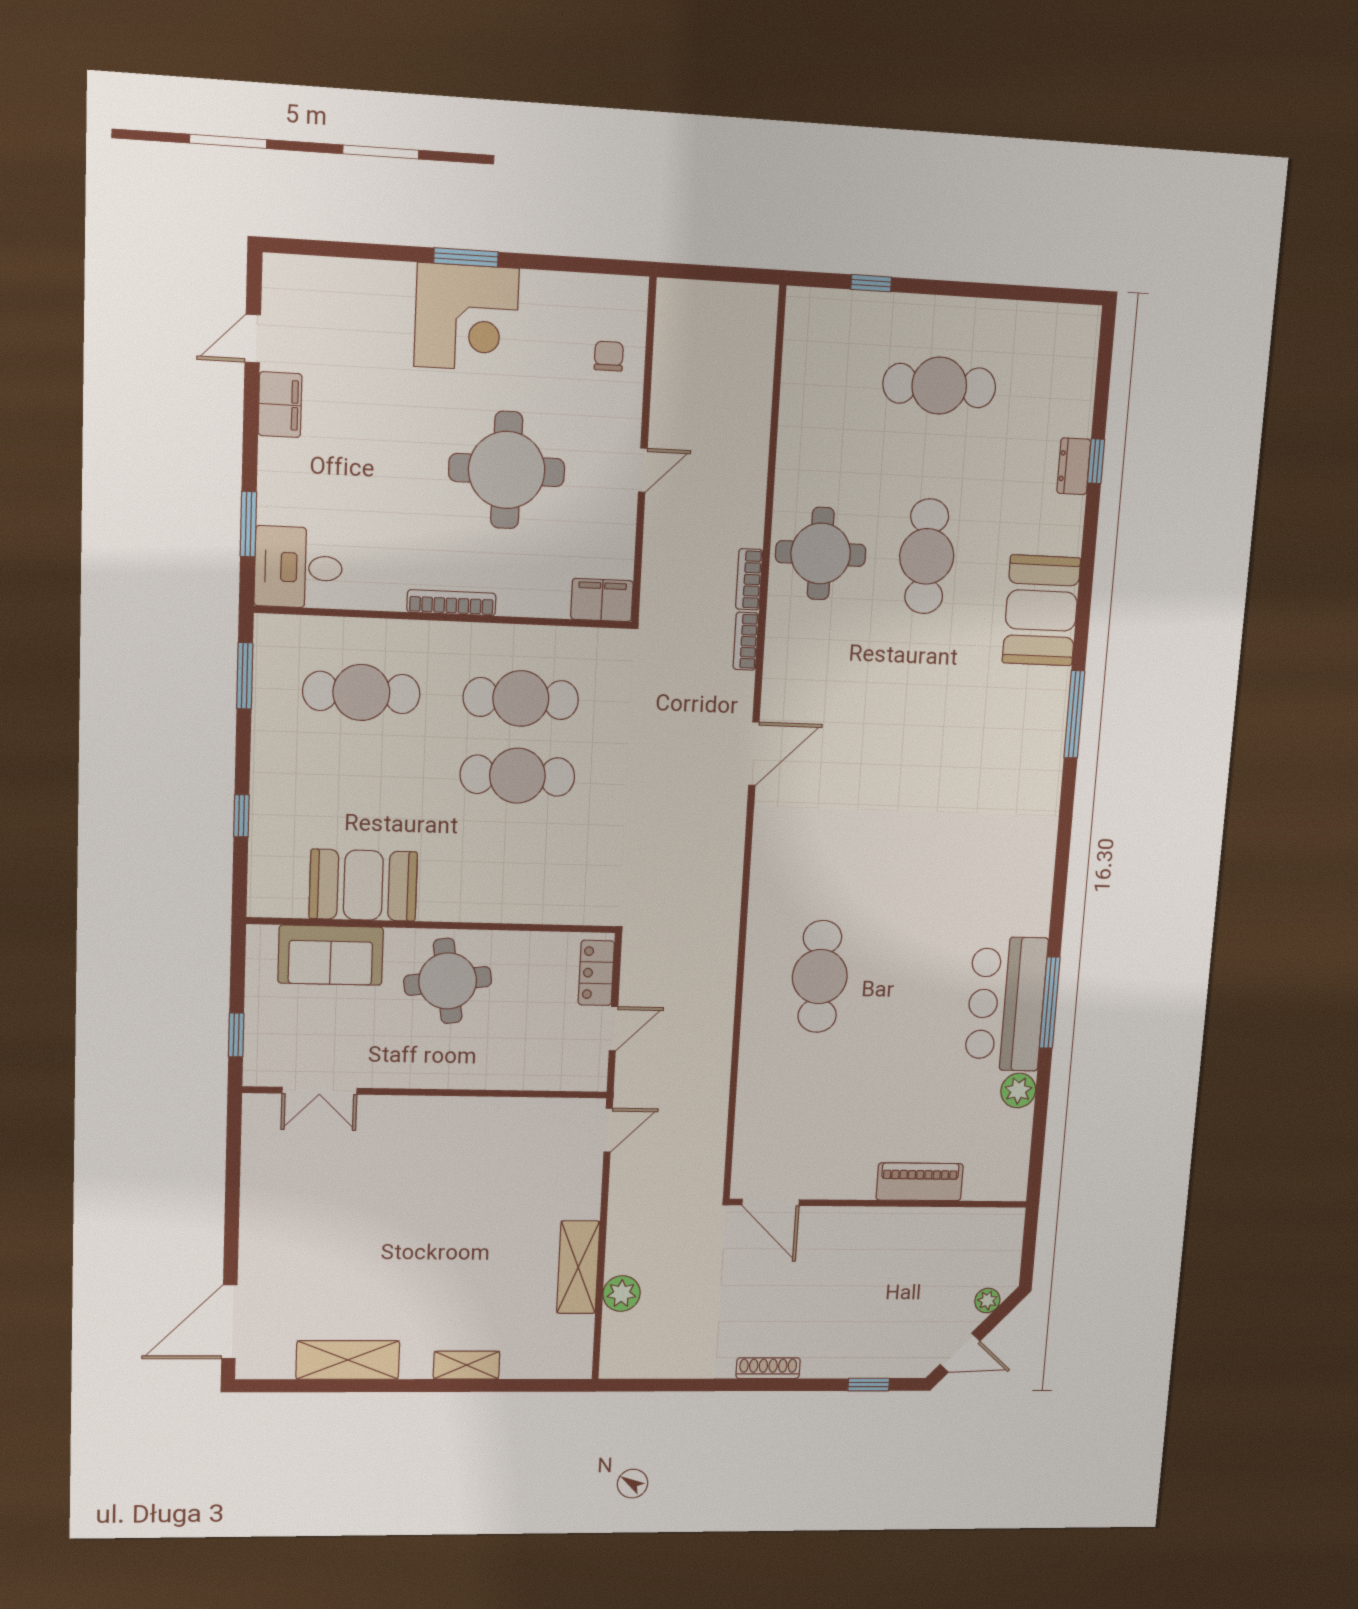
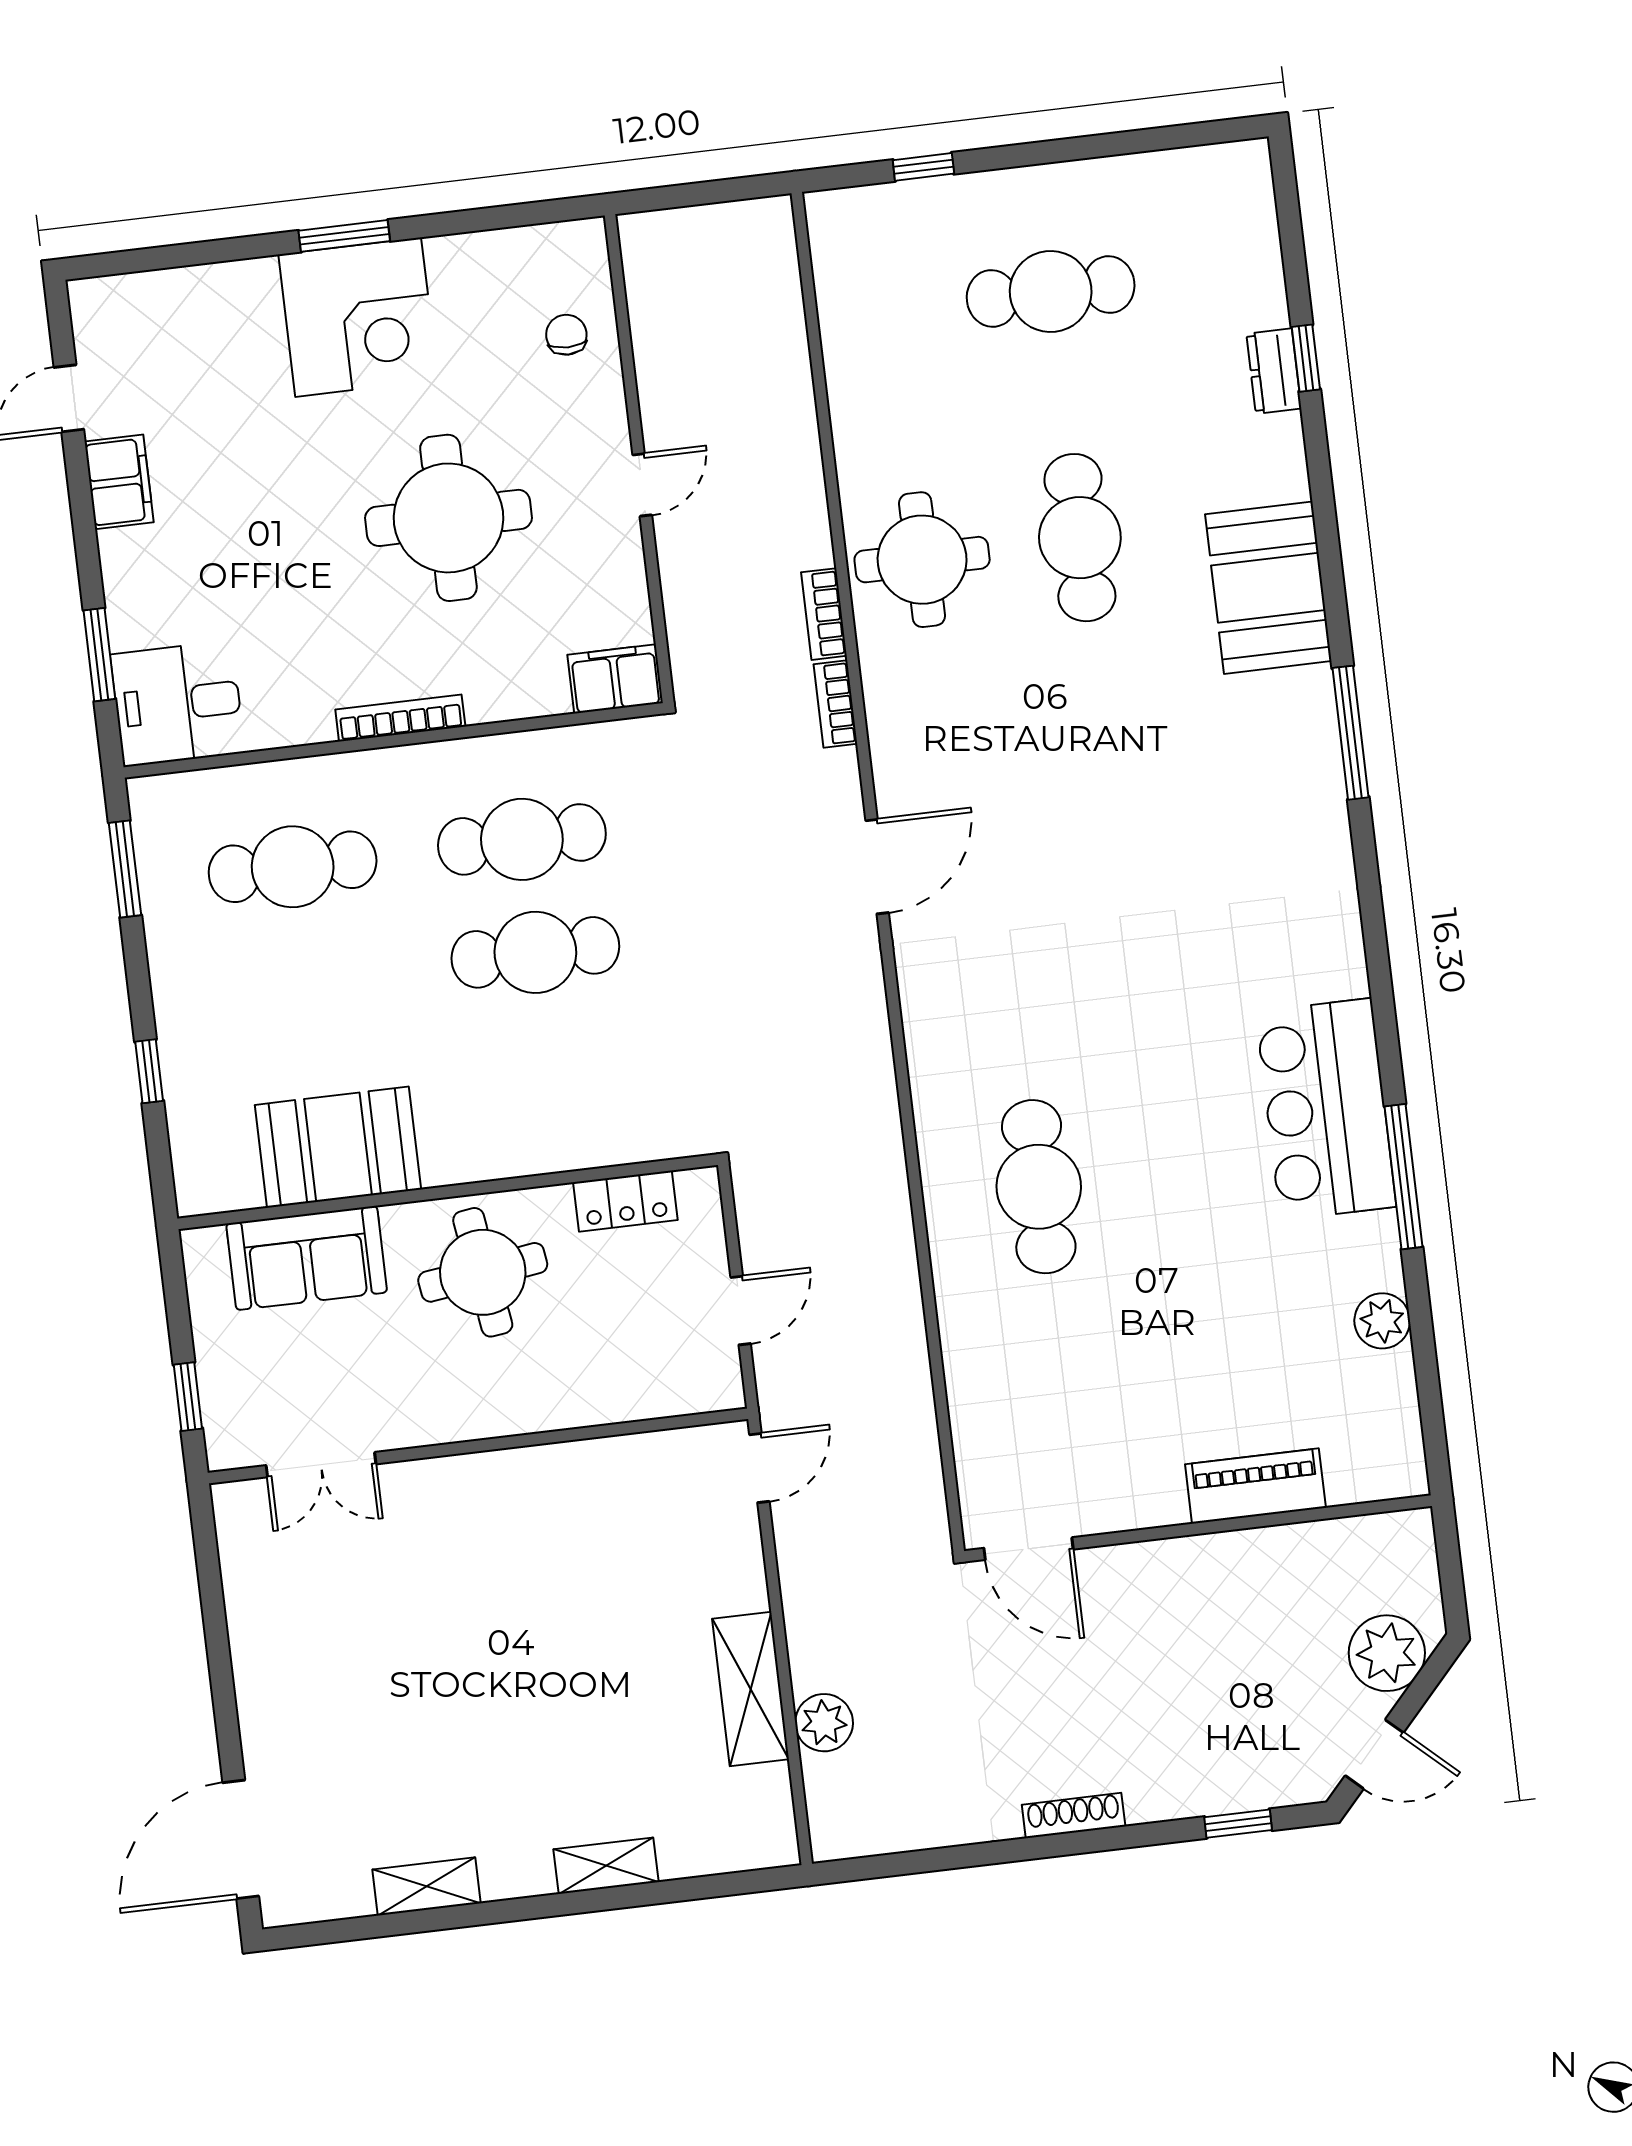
locker: (596, 973) -> (625, 1201), moved, turned -90
bar counter: (1006, 1004) -> (1326, 1109), moved
plant: (987, 1301) -> (1387, 1653), width x1.87, depth x1.87
shelving: (348, 1360) -> (426, 1886), width x0.67, depth x0.75

